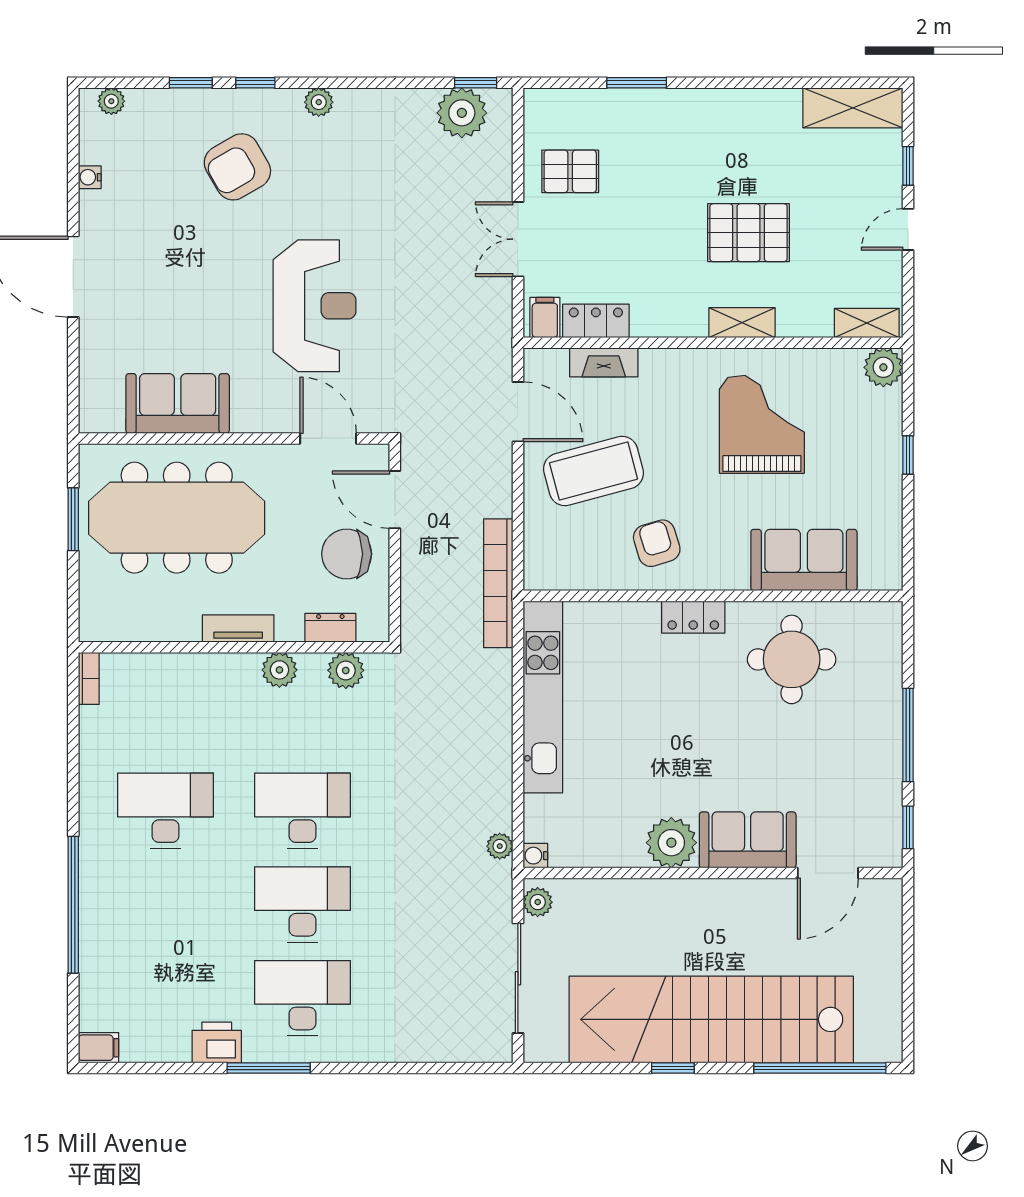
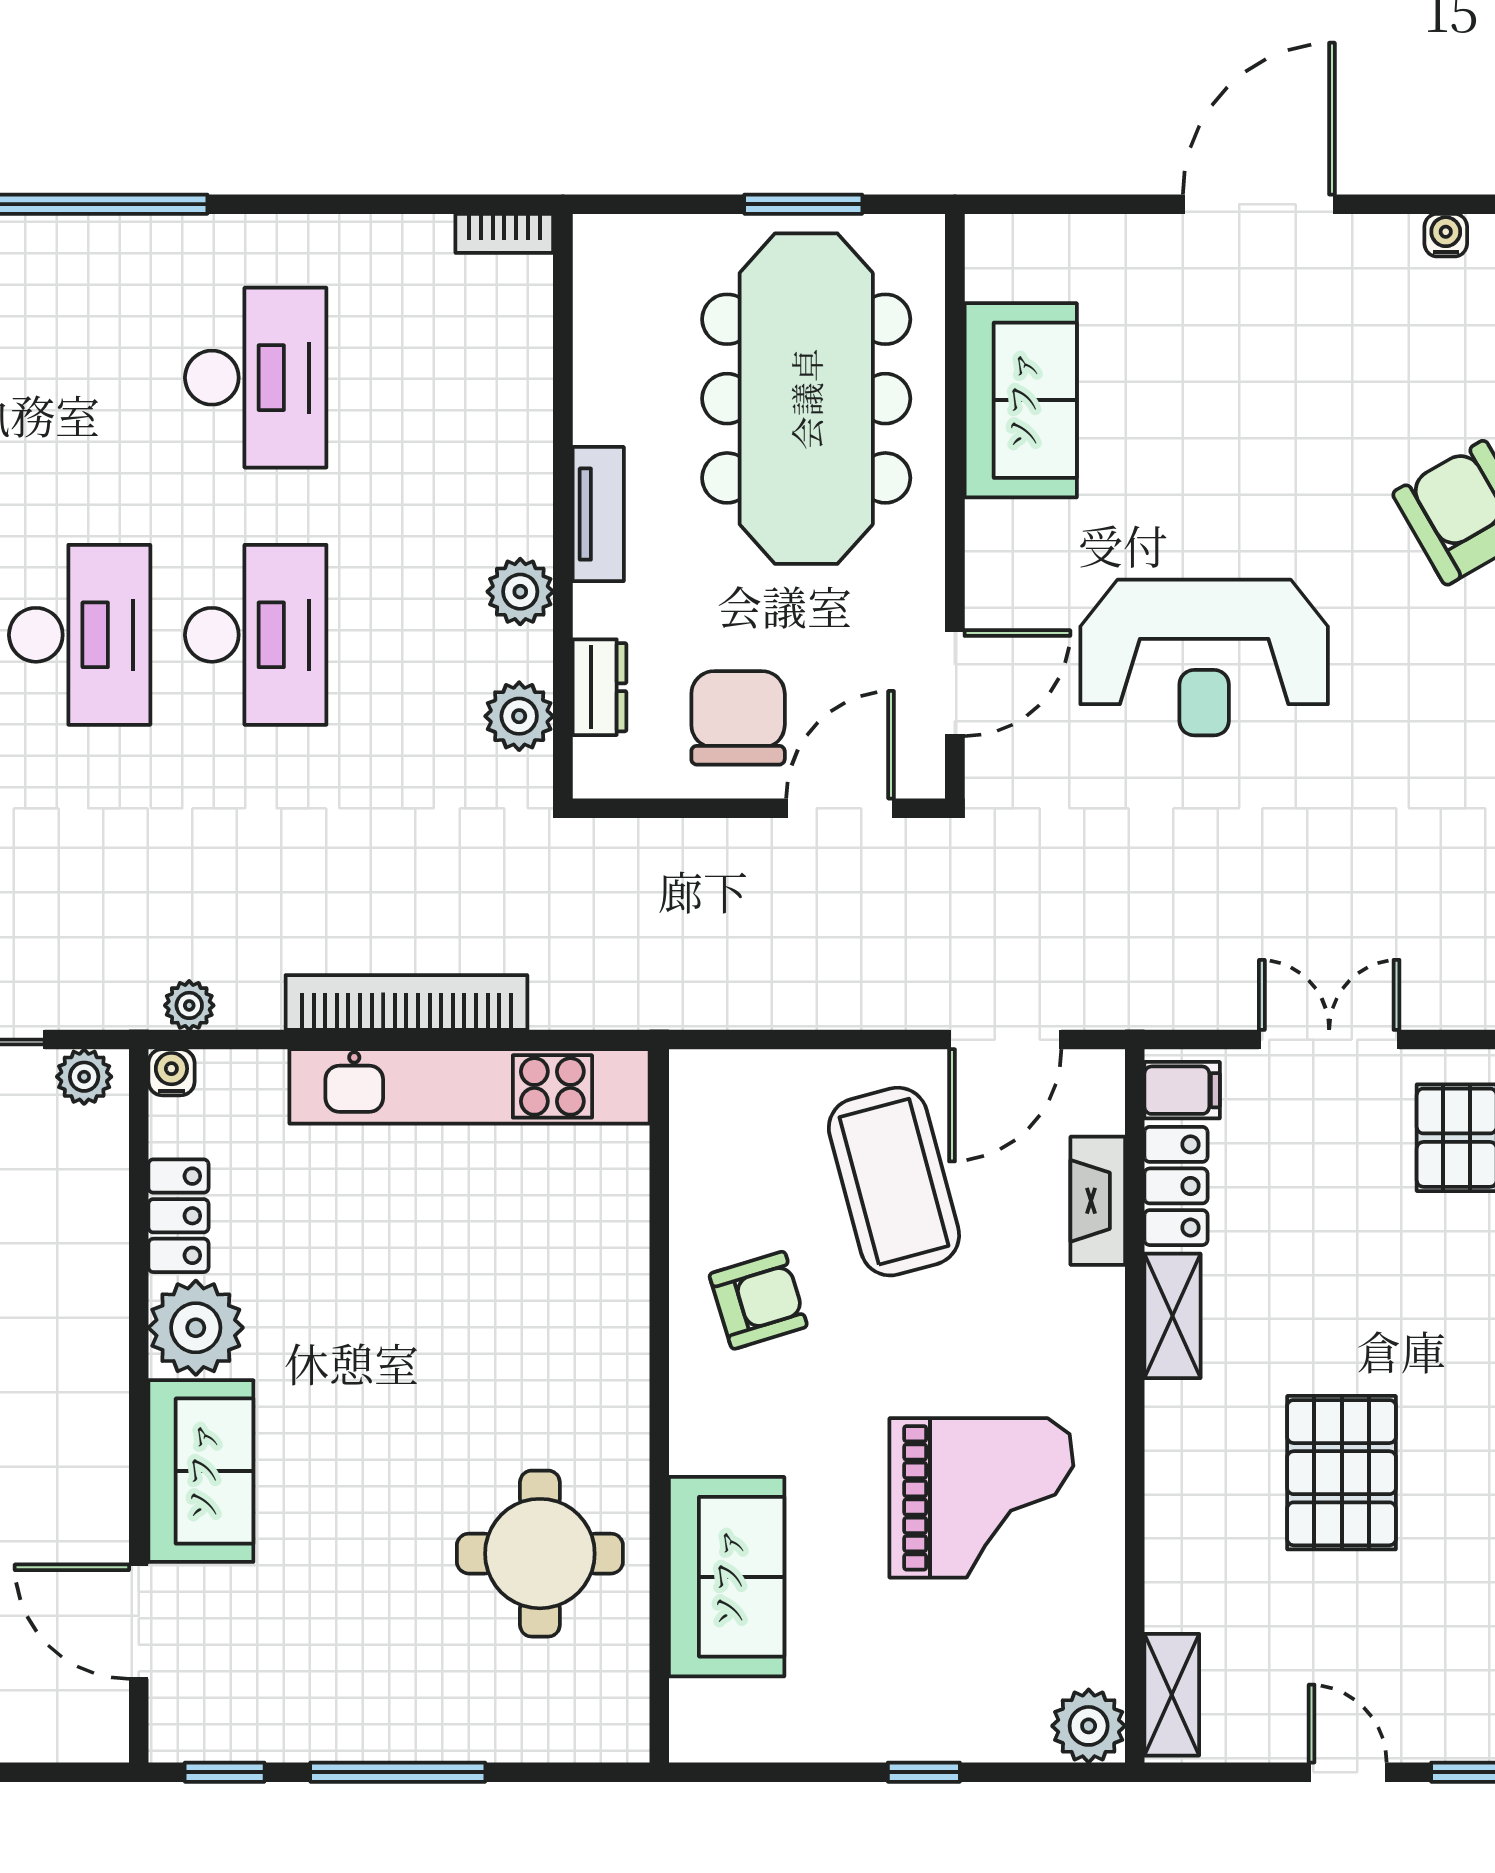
shelving: (742, 323) -> (1173, 1316), moved
bookcase: (498, 583) -> (406, 1003), moved
locker: (693, 617) -> (178, 1216), moved, turned 180

